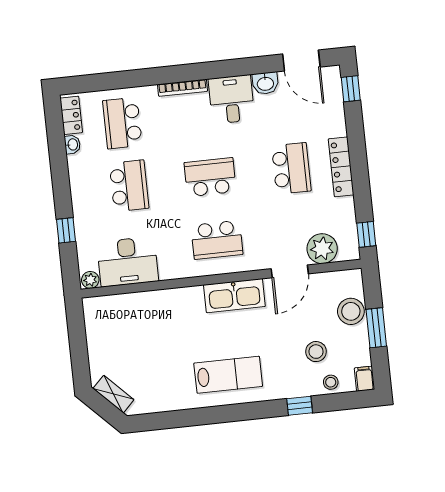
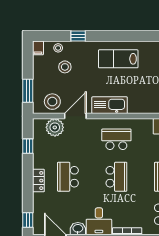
locker: (341, 167) -> (38, 181), width x0.66
school desk: (210, 177) -> (116, 177), turned -90
window: (366, 234) -> (28, 146), moved
stool: (351, 311) -> (52, 102), moved
window: (376, 328) -> (28, 91), moved

